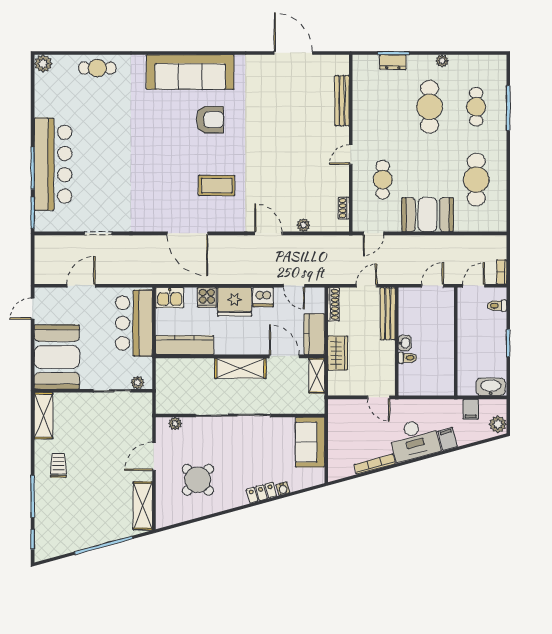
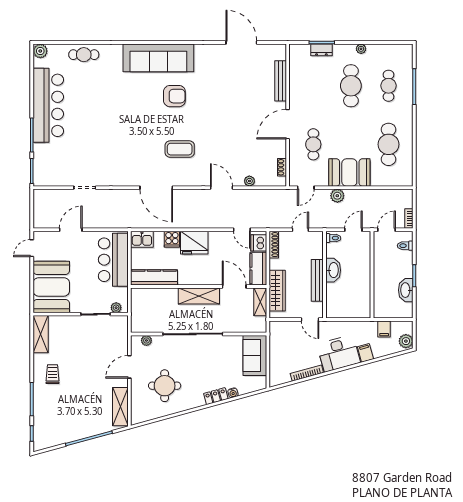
door: (351, 155) -> (288, 124), width x1.88
bar counter: (53, 164) -> (48, 105), moved
plant: (413, 244) -> (337, 196), added
dishwasher: (263, 297) -> (259, 243), moved, turned 90
bench: (388, 314) -> (317, 280), moved
washbasin: (405, 343) -> (333, 270), width x1.91, depth x1.45
wardrobe: (338, 353) -> (277, 291), width x1.50
toilet: (408, 358) -> (333, 238), moved
washbasin: (491, 387) -> (406, 290), moved, turned -90
round table: (198, 480) -> (165, 386), turned 45

